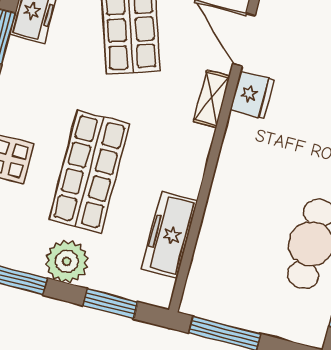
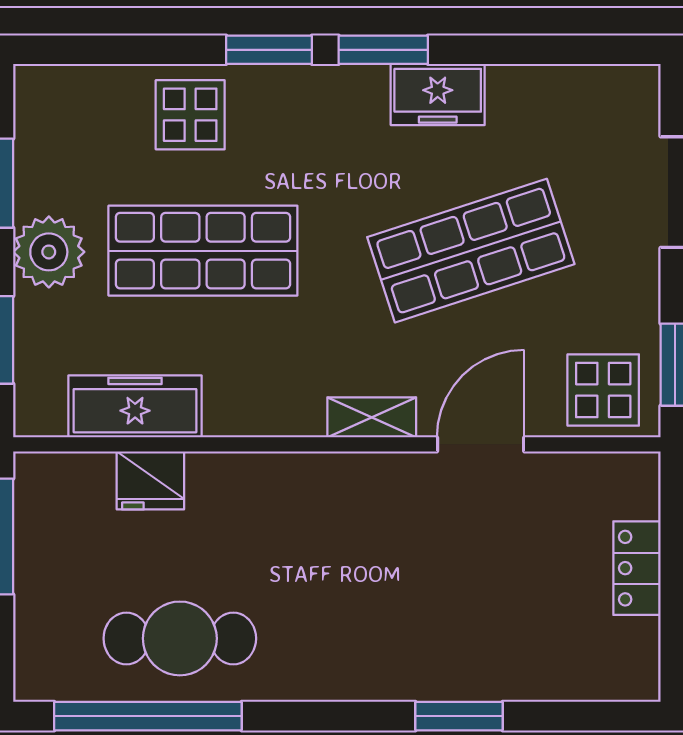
fridge: (252, 95) -> (150, 480), moved

